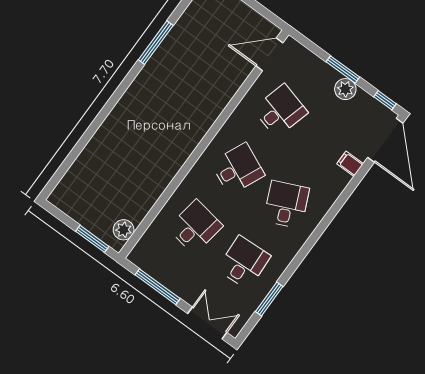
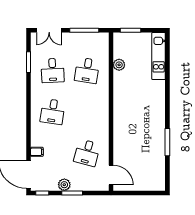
door: (269, 54) -> (111, 175), hinge flipped
desk: (238, 169) -> (87, 112), removed
kitchen unit: (79, 173) -> (159, 56), added
desk: (286, 204) -> (53, 112), turned 33
plant: (124, 230) -> (119, 65), moved

